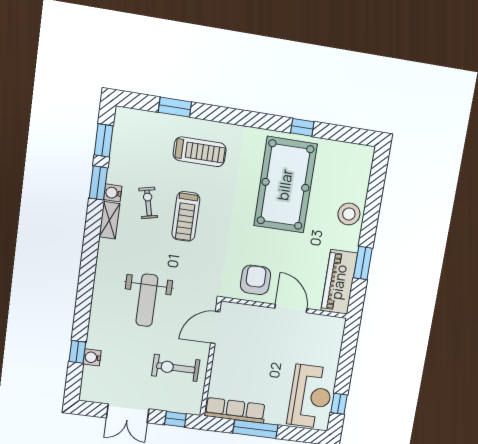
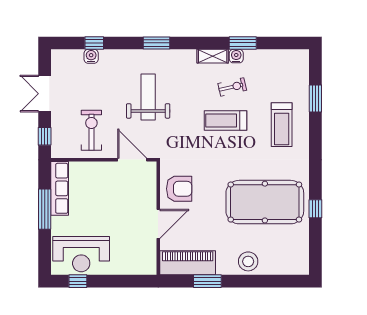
window: (104, 140) -> (157, 43), moved
weight bench: (147, 300) -> (148, 97), turned 90

